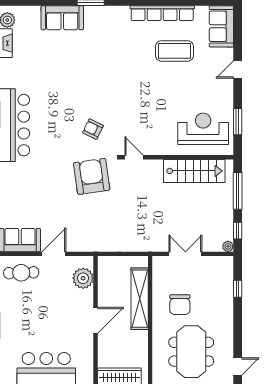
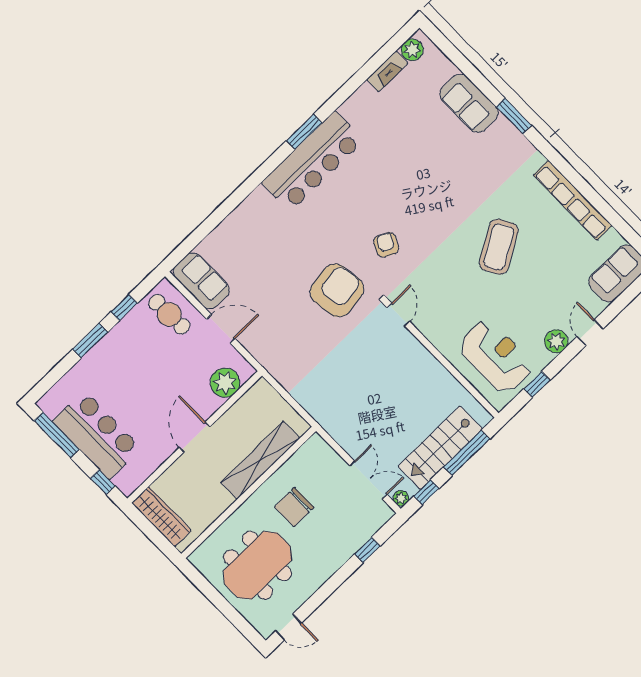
coffee table: (174, 51) -> (499, 247), moved, turned 60
door: (238, 69) -> (590, 333), hinge flipped
plant: (225, 91) -> (556, 341), added
window: (238, 122) -> (537, 384), width x0.67
stairs: (194, 171) -> (440, 448), moved, turned 90
double door: (185, 254) -> (368, 480), moved
door: (96, 320) -> (195, 437), swing flipped

